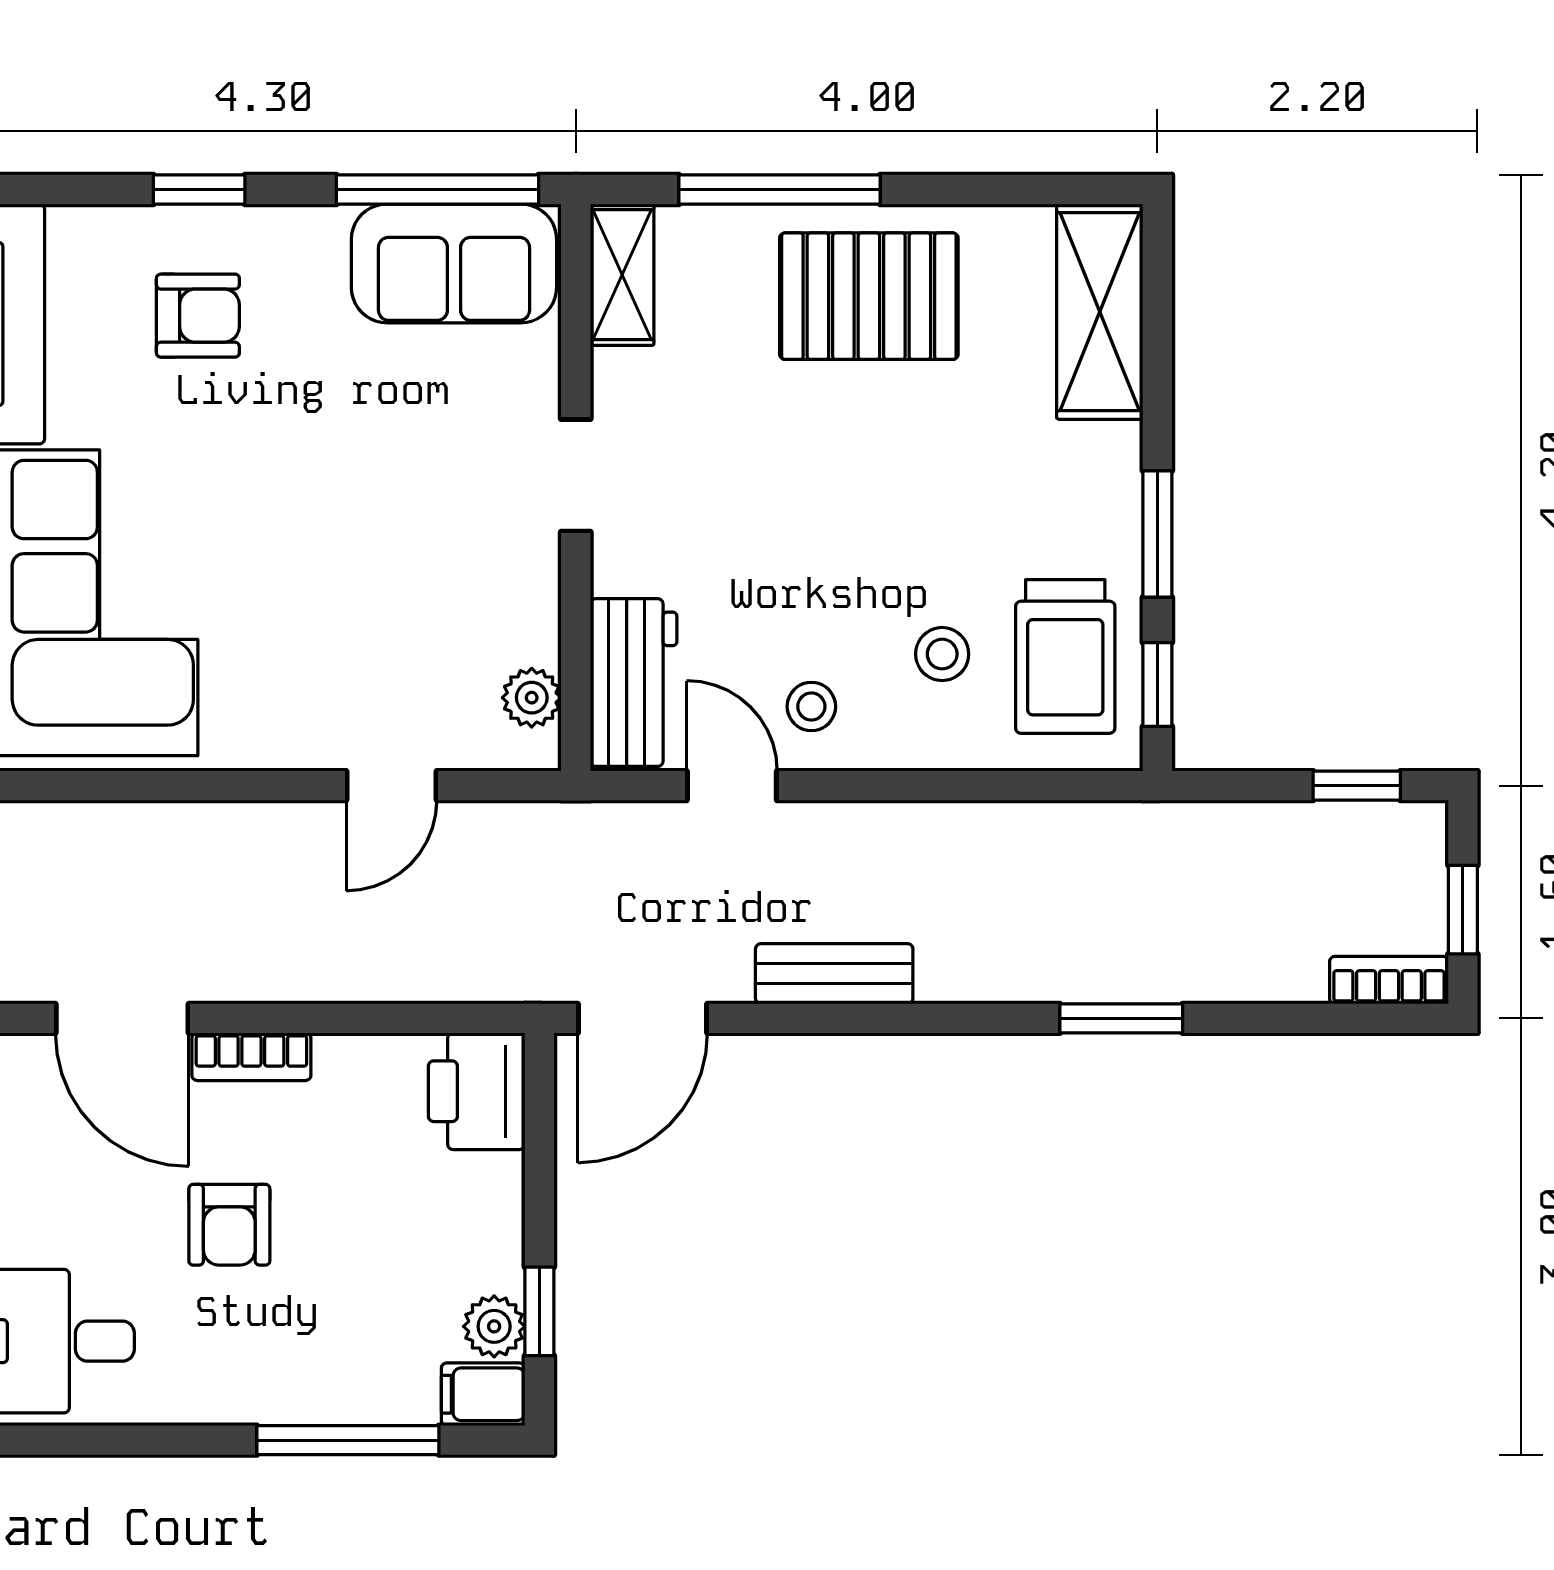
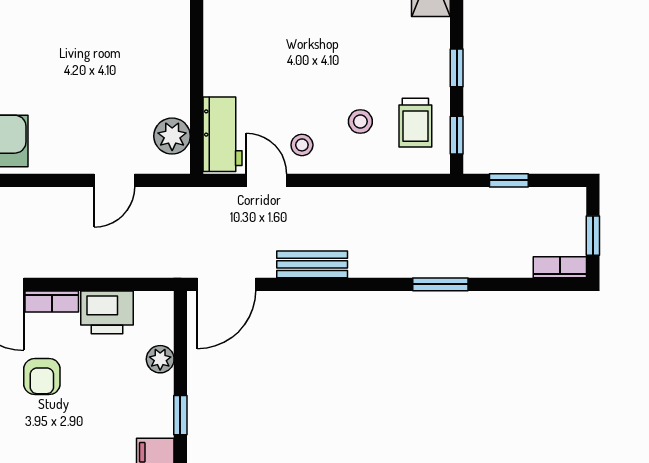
doorway: (576, 475) -> (197, 42), removed
window: (1157, 534) -> (457, 68), width x0.67
trolley: (1065, 657) -> (415, 123), width x0.73, depth x0.72
plant: (532, 698) -> (172, 136), width x1.38, depth x1.38
window: (1357, 786) -> (509, 180), moved
printer: (477, 1091) -> (107, 312), moved, turned -90
plant: (494, 1326) -> (160, 359), moved

